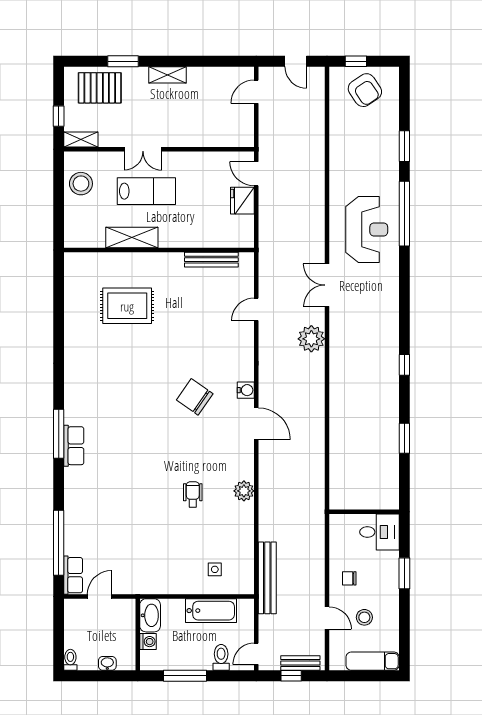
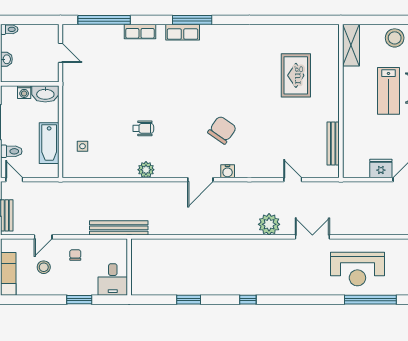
shelving: (132, 238) -> (351, 45), moved
row of seats: (73, 575) -> (140, 32), moved
bench: (267, 578) -> (119, 228), moved

